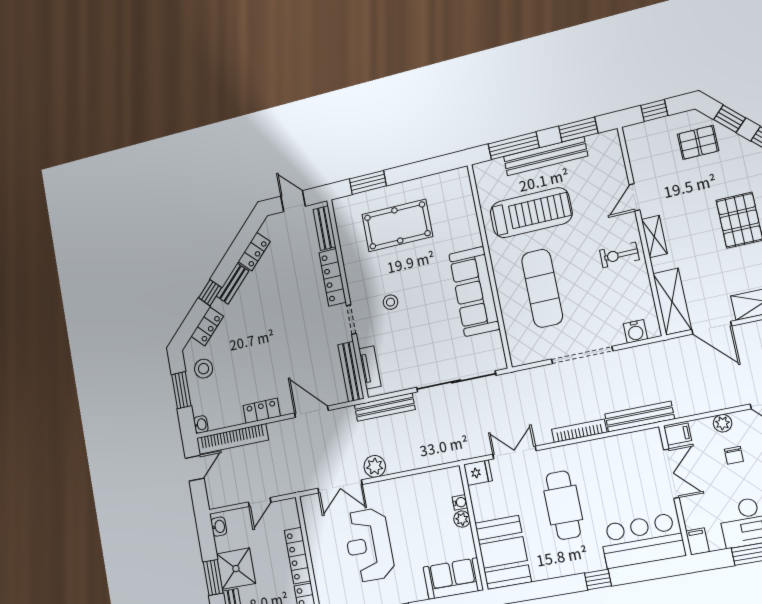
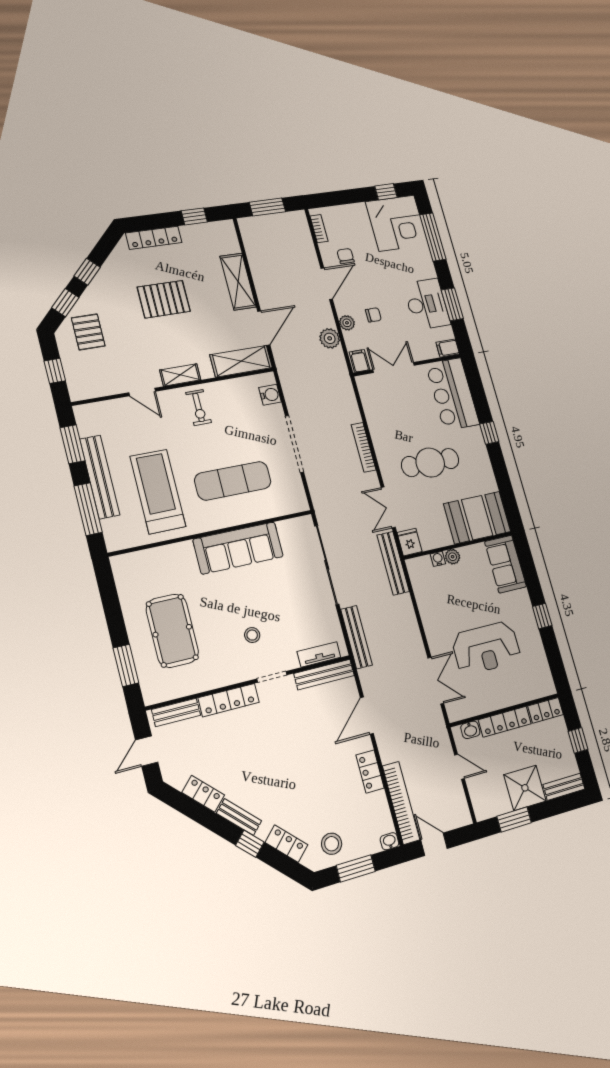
bench: (640, 416) -> (393, 563), moved
plant: (375, 466) -> (330, 338), moved
washbasin: (219, 527) -> (470, 730), moved, turned 180
window: (213, 577) -> (514, 819), moved

